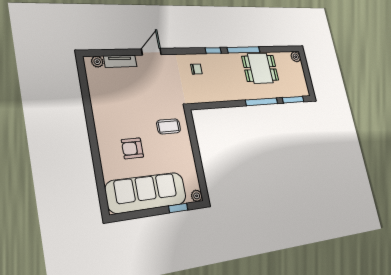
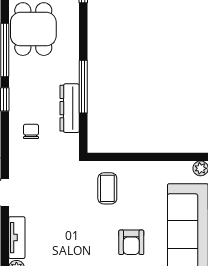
dresser: (217, 95) -> (70, 108), added
window: (262, 102) -> (83, 87), moved

